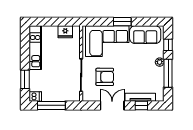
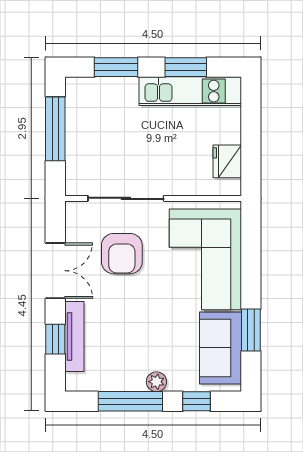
window: (122, 22) -> (251, 330), moved
window: (25, 50) -> (186, 67), added
dishwasher: (35, 97) -> (76, 91), removed

